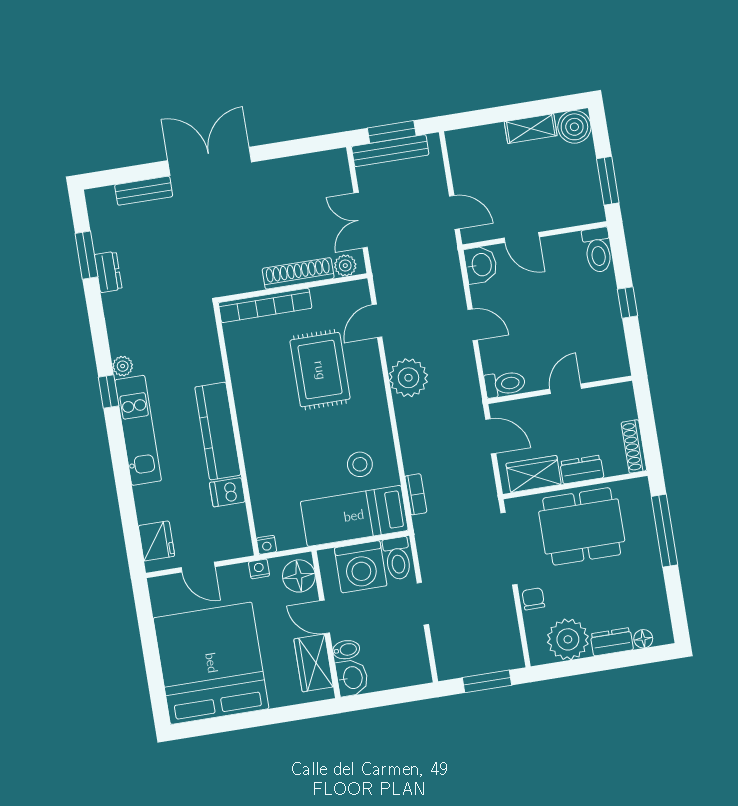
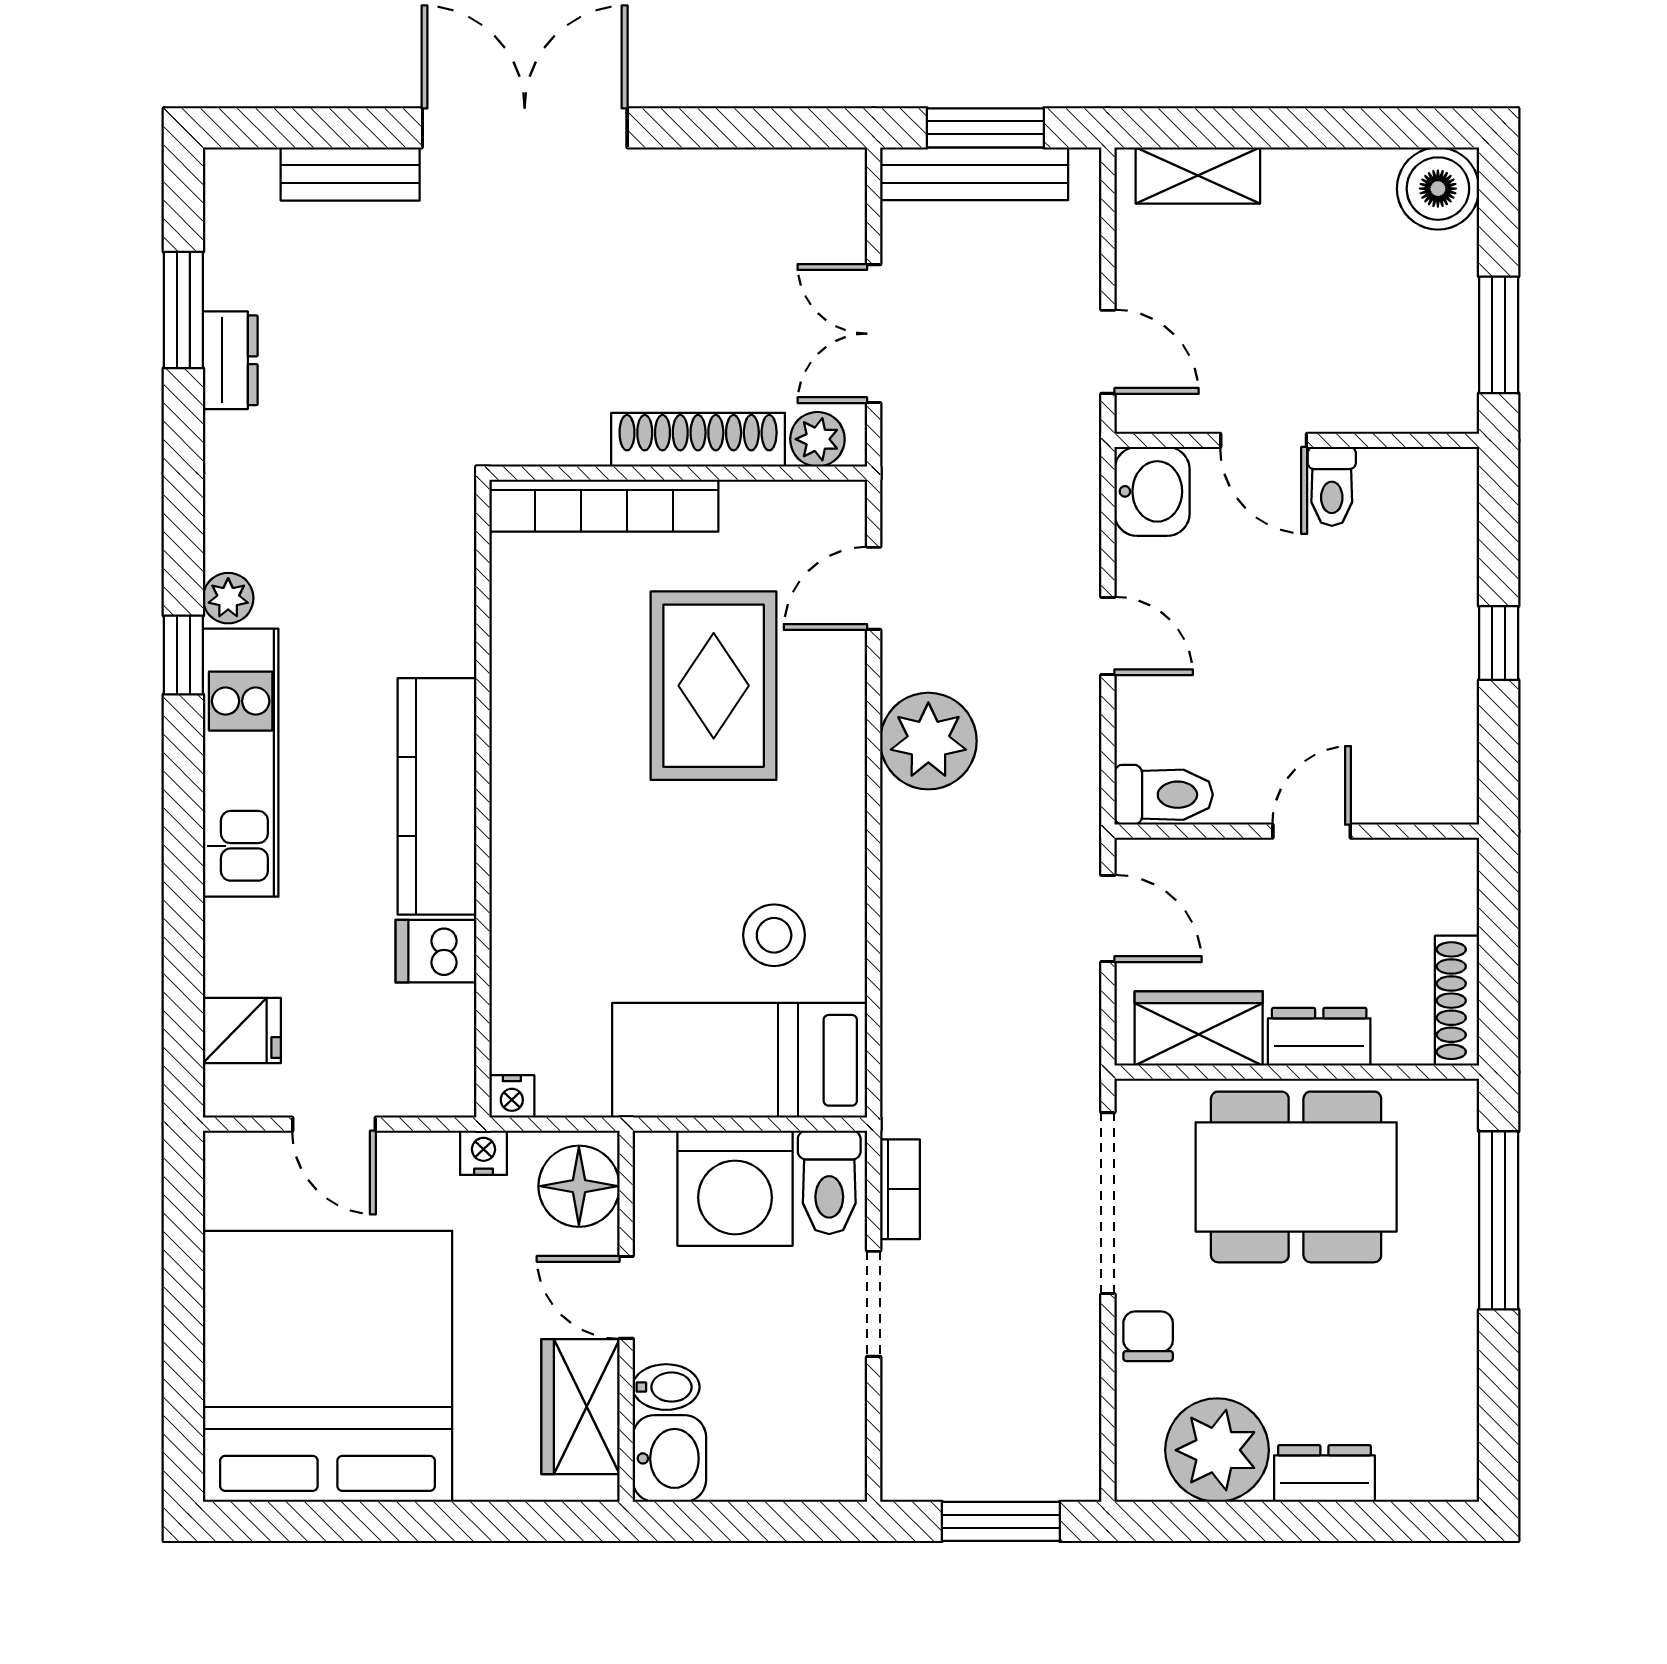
shelving: (531, 129) -> (1198, 175), moved
toilet: (598, 250) -> (1332, 486), moved, width x0.73, depth x0.72
bookcase: (416, 494) -> (900, 1189), moved
fridge: (156, 541) -> (242, 1030), width x0.72
floor lamp: (643, 639) -> (1403, 1479), removed

